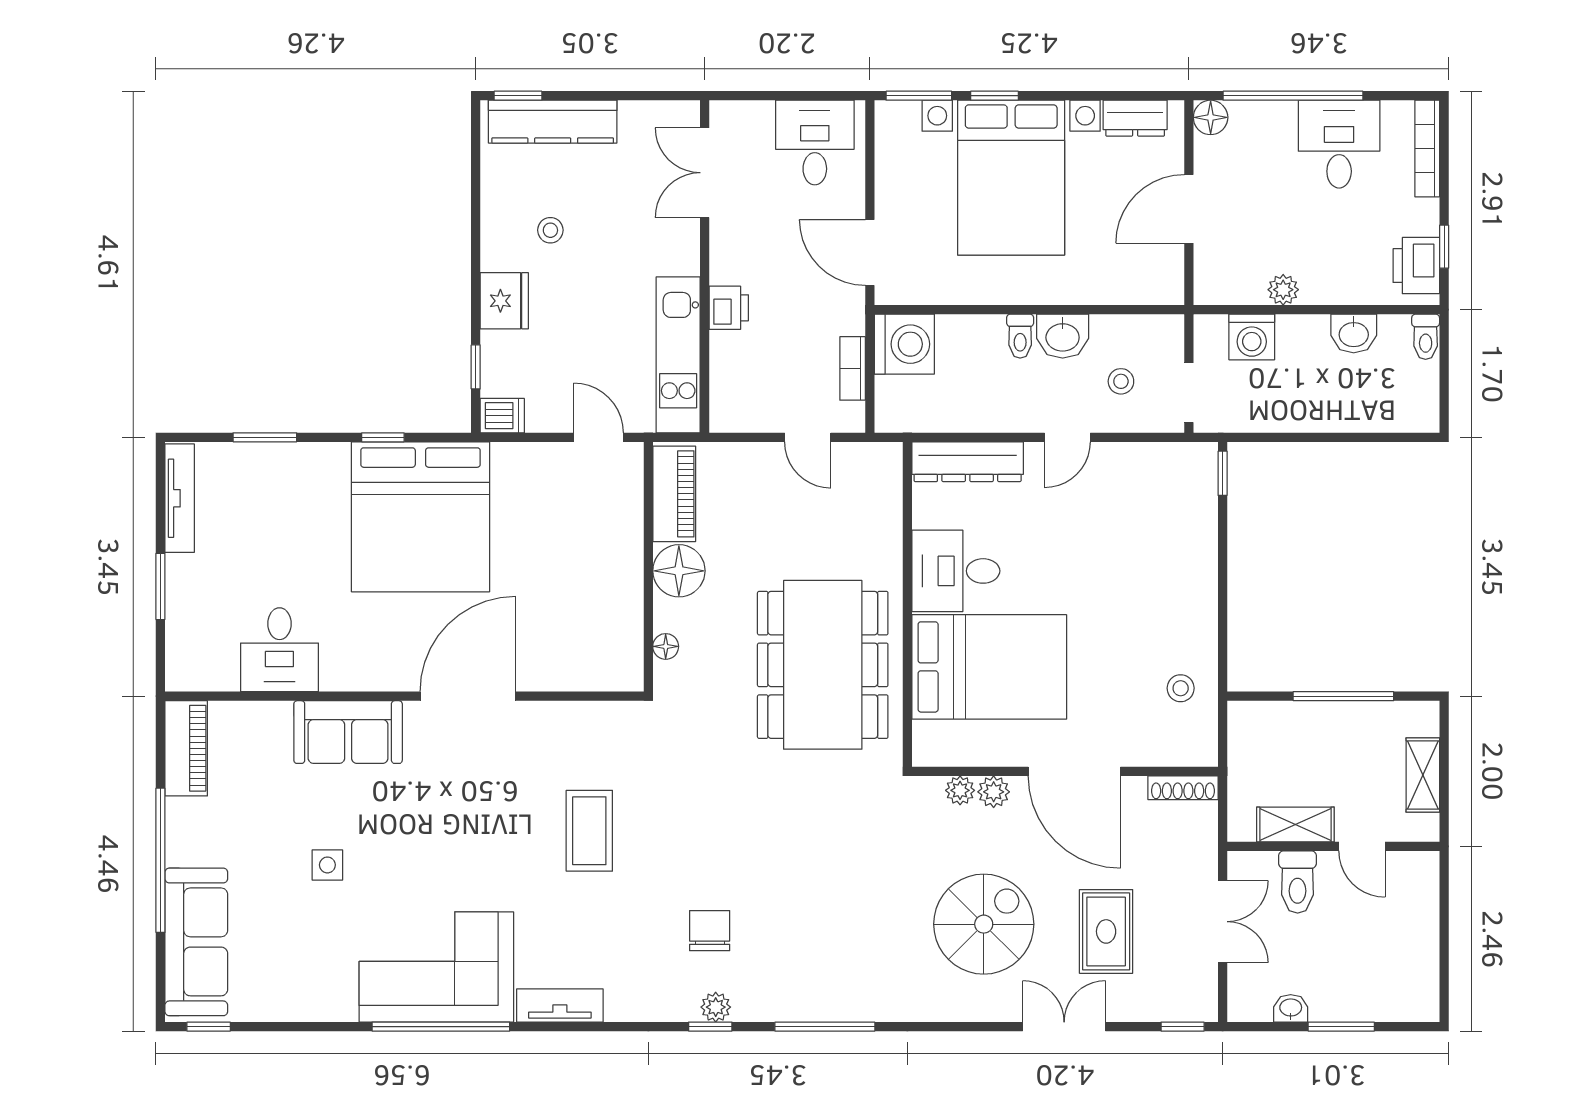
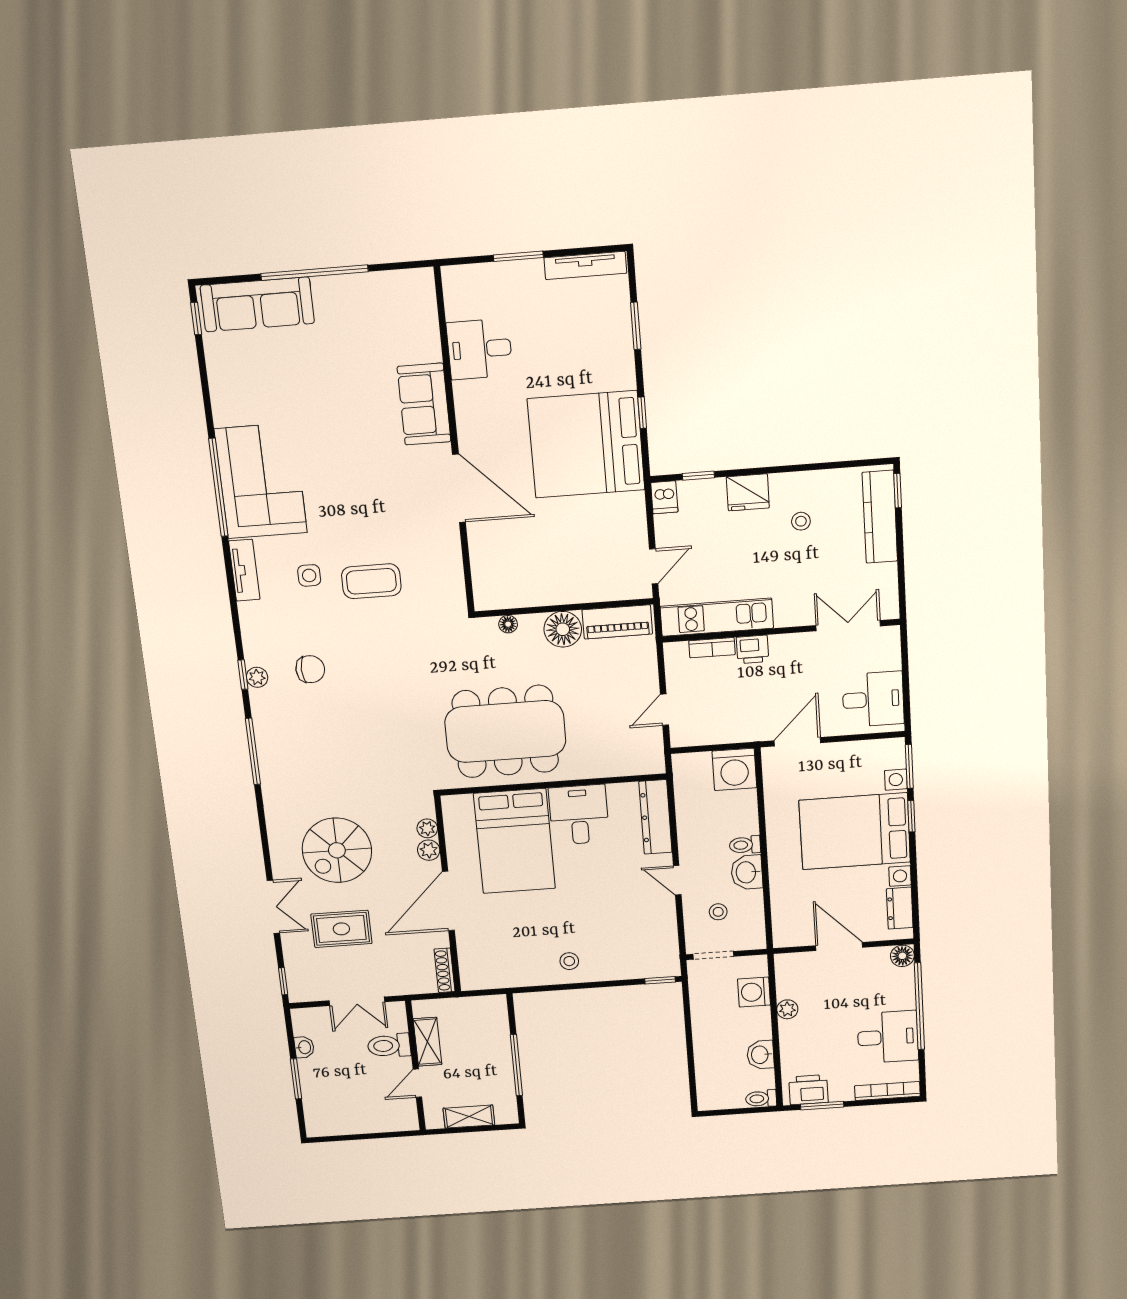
window: (1444, 247) -> (822, 1106), width x1.50
bookcase: (853, 368) -> (712, 648), moved, turned 180
stool: (1181, 688) -> (569, 961), moved
piano: (186, 748) -> (400, 285), removed
side table: (327, 865) -> (309, 575), moved
spiral stairs: (984, 924) -> (337, 850), turned 90

